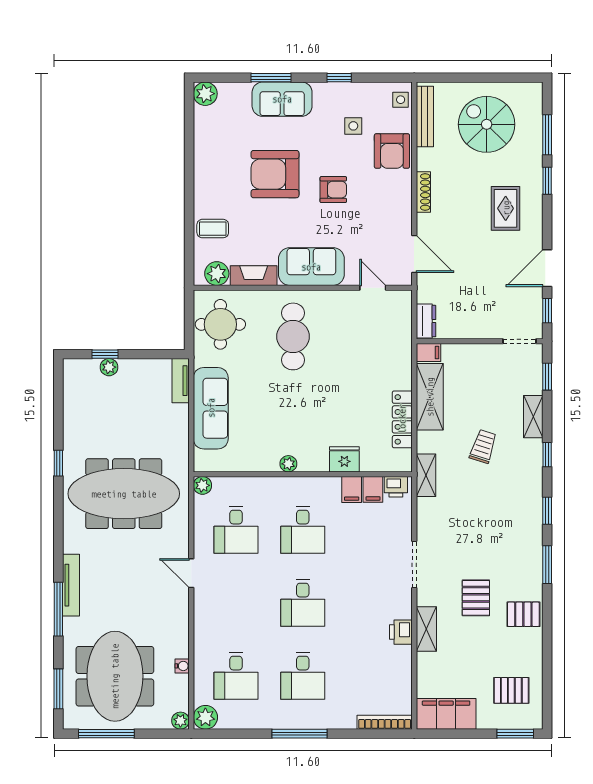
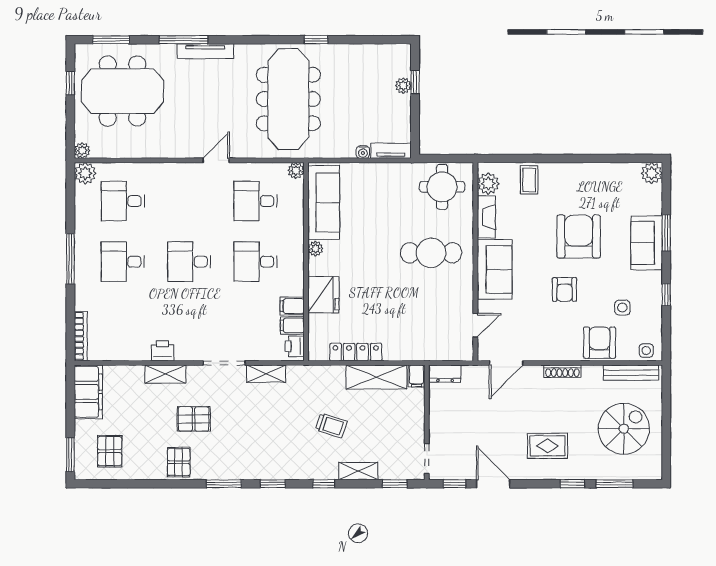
armchair: (392, 151) -> (600, 343), turned 90
sofa: (211, 408) -> (324, 202), moved, turned -90
fridge: (344, 459) -> (323, 295), width x1.36, depth x1.34
shelving: (426, 475) -> (266, 374), moved
water cooler: (182, 666) -> (363, 152), moved
window: (106, 734) -> (70, 83), width x0.46

